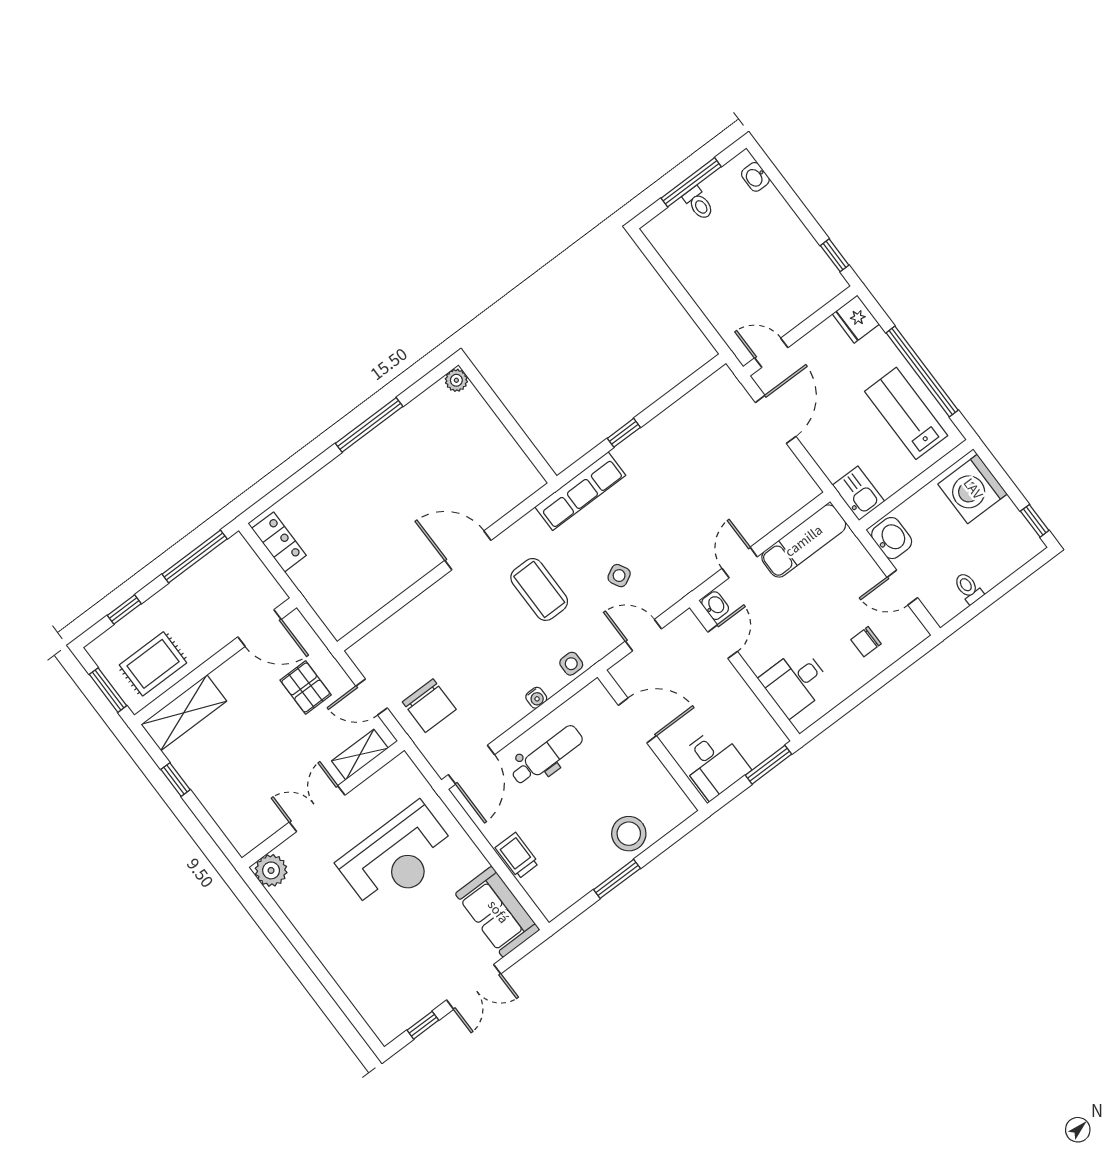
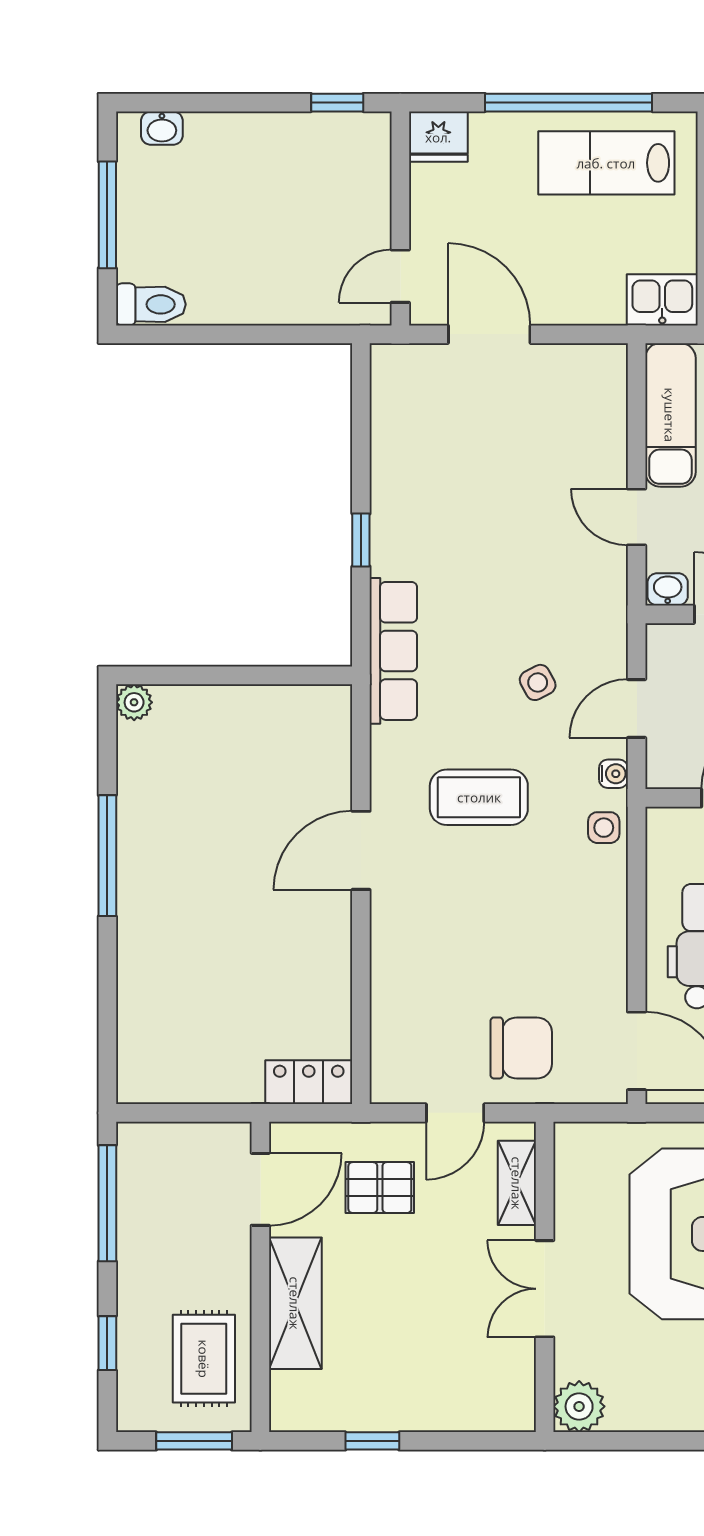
toilet: (699, 203) -> (151, 304), moved, width x1.37, depth x1.39
locker: (279, 542) -> (309, 1082), moved
water cooler: (536, 698) -> (613, 774), moved
shelving: (184, 713) -> (295, 1303), moved

